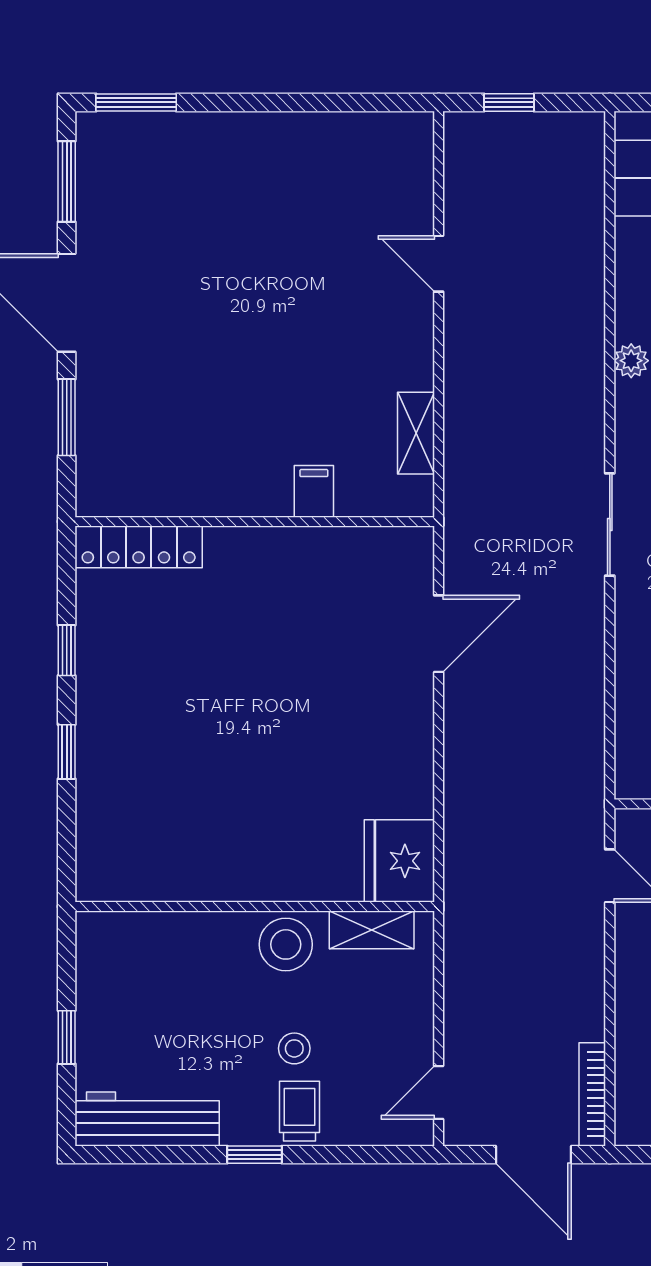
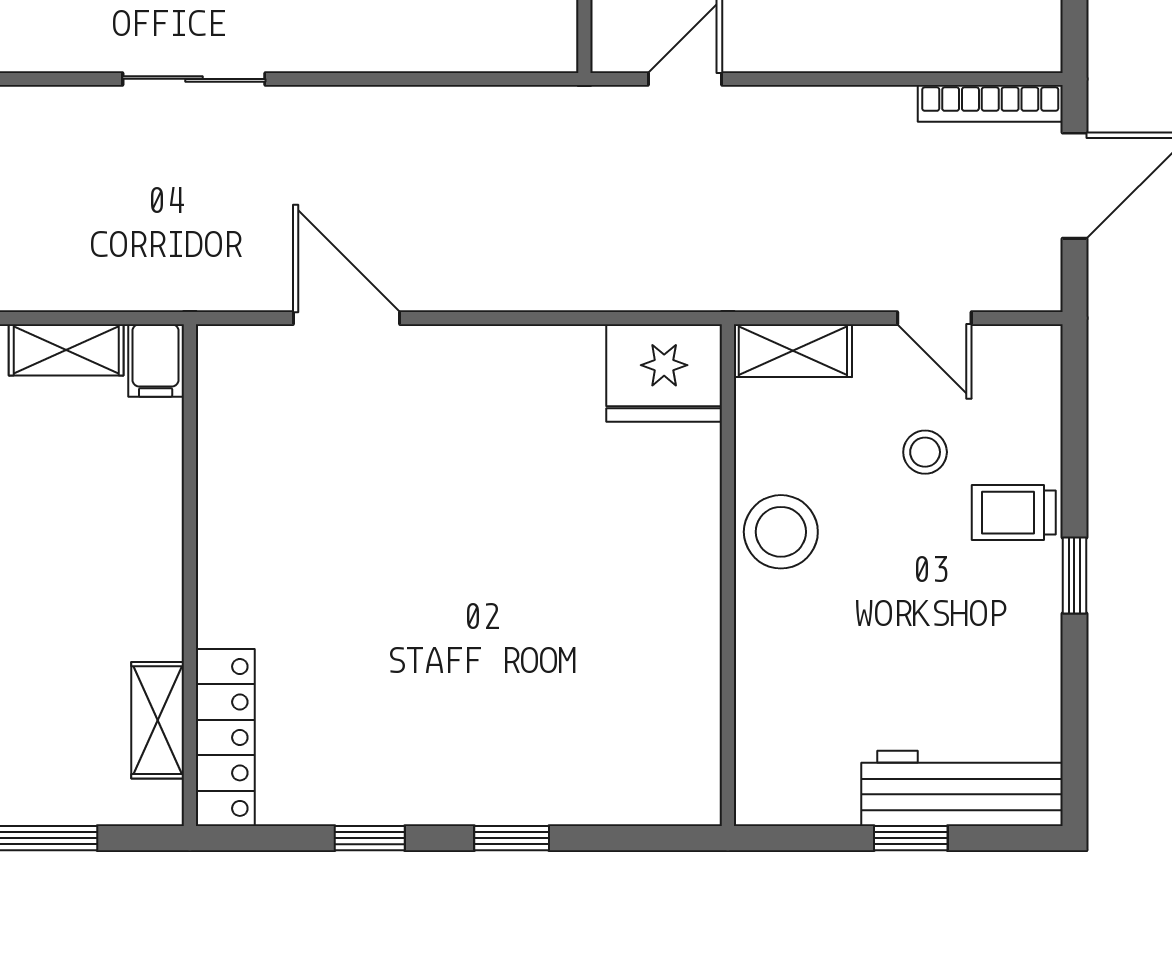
filing cabinet: (314, 491) -> (156, 360), moved, turned -90
shelving: (151, 499) -> (158, 720), added
shelving: (372, 930) -> (793, 351), moved, turned 90
stool: (294, 1048) -> (925, 452), moved
door: (439, 1092) -> (934, 318), moved
workbench: (147, 1119) -> (962, 788), moved, turned 90

